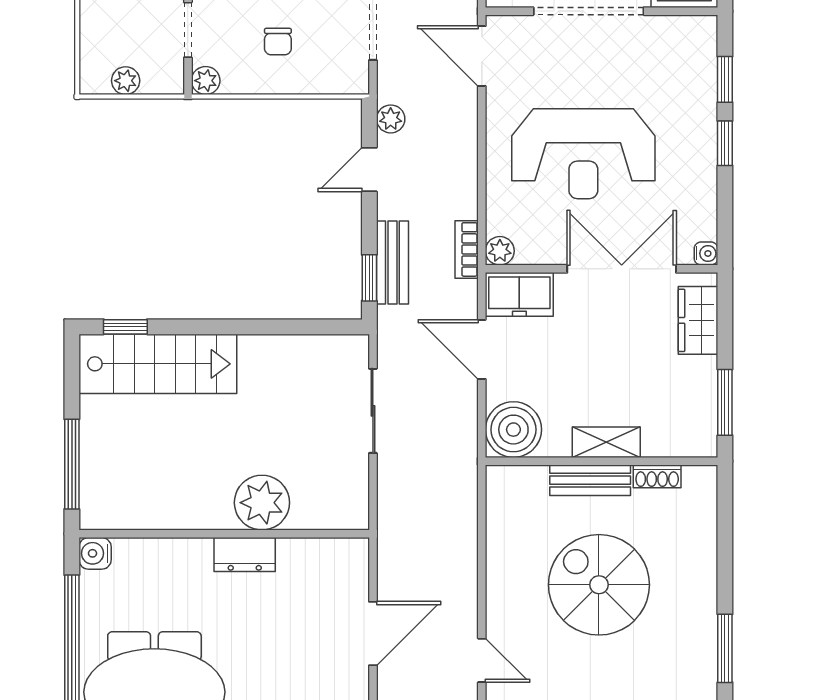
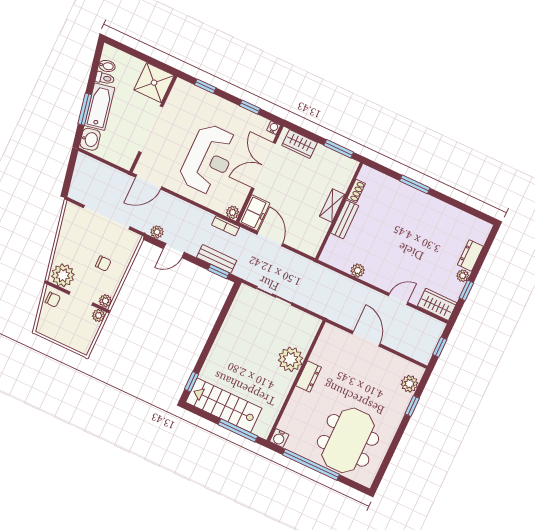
plant: (126, 81) -> (99, 316), moved
window: (725, 143) -> (250, 107), moved
door: (369, 170) -> (174, 251), hinge flipped
door: (482, 349) -> (270, 239), swing flipped
stairs: (158, 364) -> (224, 405), moved, turned -90
boiler: (513, 430) -> (309, 241), removed
plant: (501, 553) -> (358, 271), added
spiral stairs: (599, 585) -> (390, 236), removed
window: (725, 648) -> (415, 184), moved

